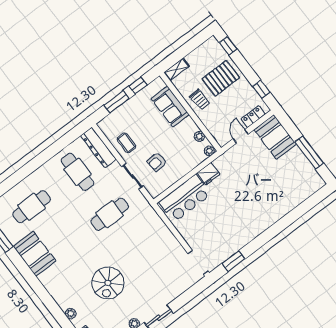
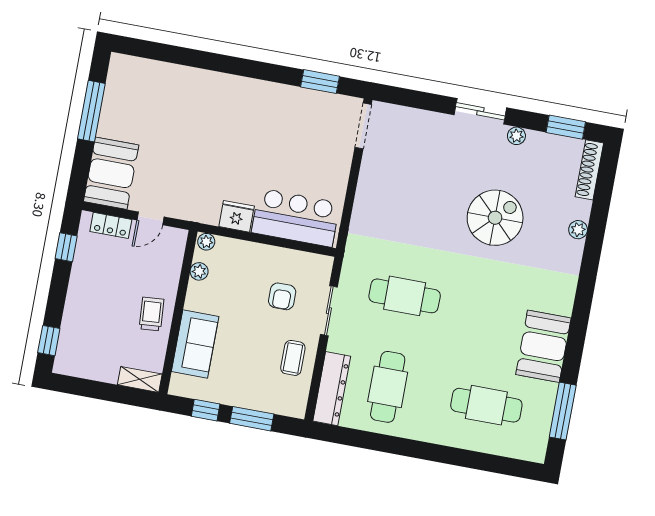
pallet: (221, 78) -> (99, 312), removed
armchair: (157, 162) -> (282, 296), turned 94

